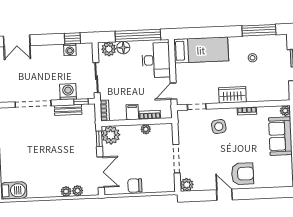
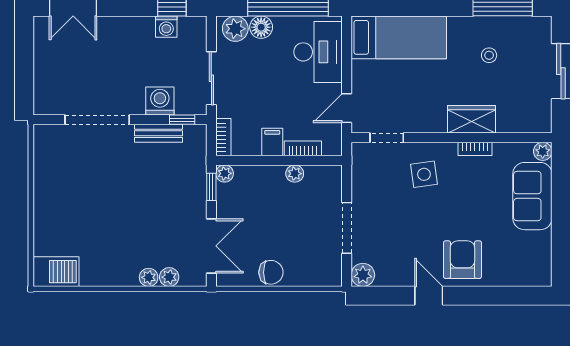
wardrobe: (232, 95) -> (471, 119), moved
plant: (111, 135) -> (225, 173), width x0.53, depth x0.53
armchair: (243, 174) -> (462, 260), turned -90
chair: (135, 186) -> (271, 272), turned 180

